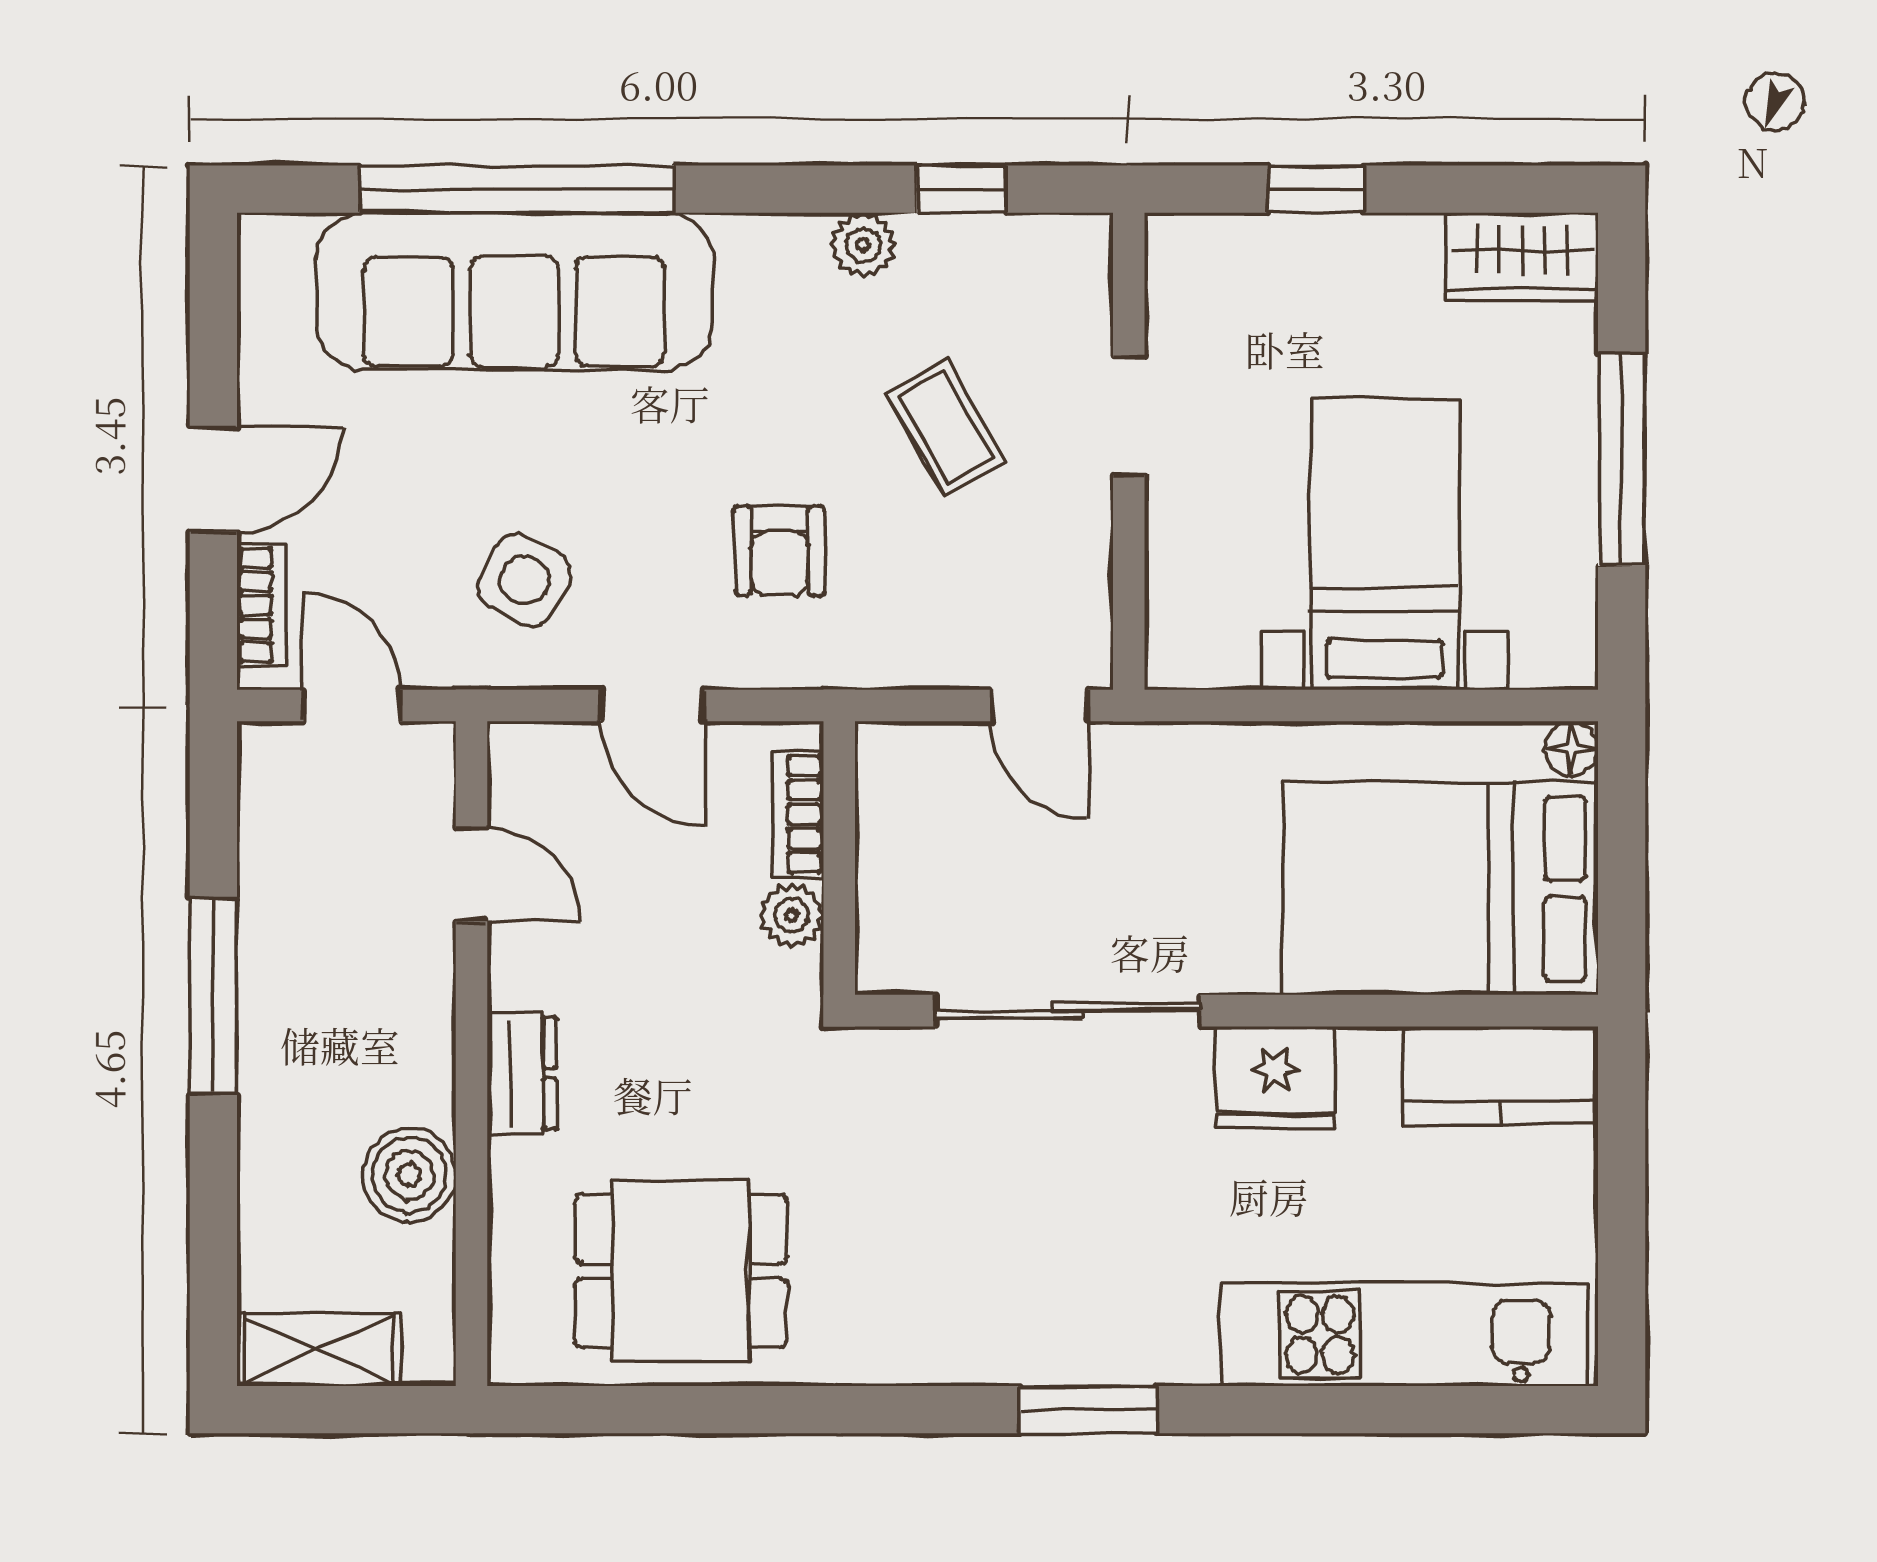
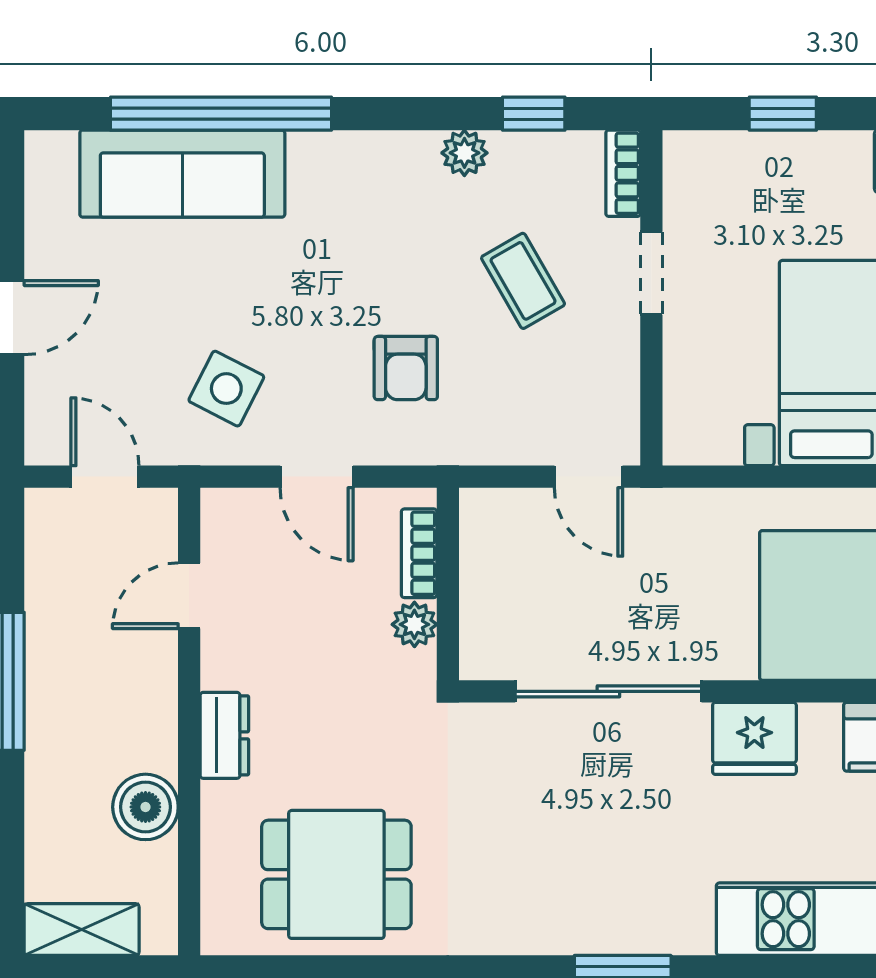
sofa: (514, 291) -> (182, 174), width x0.74, depth x0.79
bookcase: (261, 605) -> (623, 173), moved, turned 180
door: (472, 875) -> (189, 596), swing flipped

